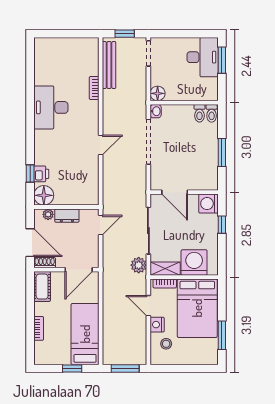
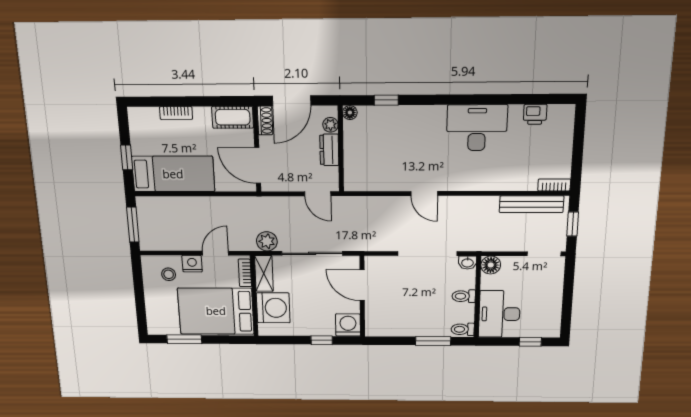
desk: (203, 57) -> (499, 314), moved, turned 90
window: (222, 60) -> (530, 342), width x0.67
bookcase: (94, 88) -> (554, 185), moved
toilet: (199, 113) -> (464, 296), moved
window: (222, 153) -> (433, 341), moved
printer: (41, 174) -> (535, 114), moved
door: (175, 192) -> (362, 285), hinge flipped
floor lamp: (44, 195) -> (350, 113), width x0.53, depth x0.53

